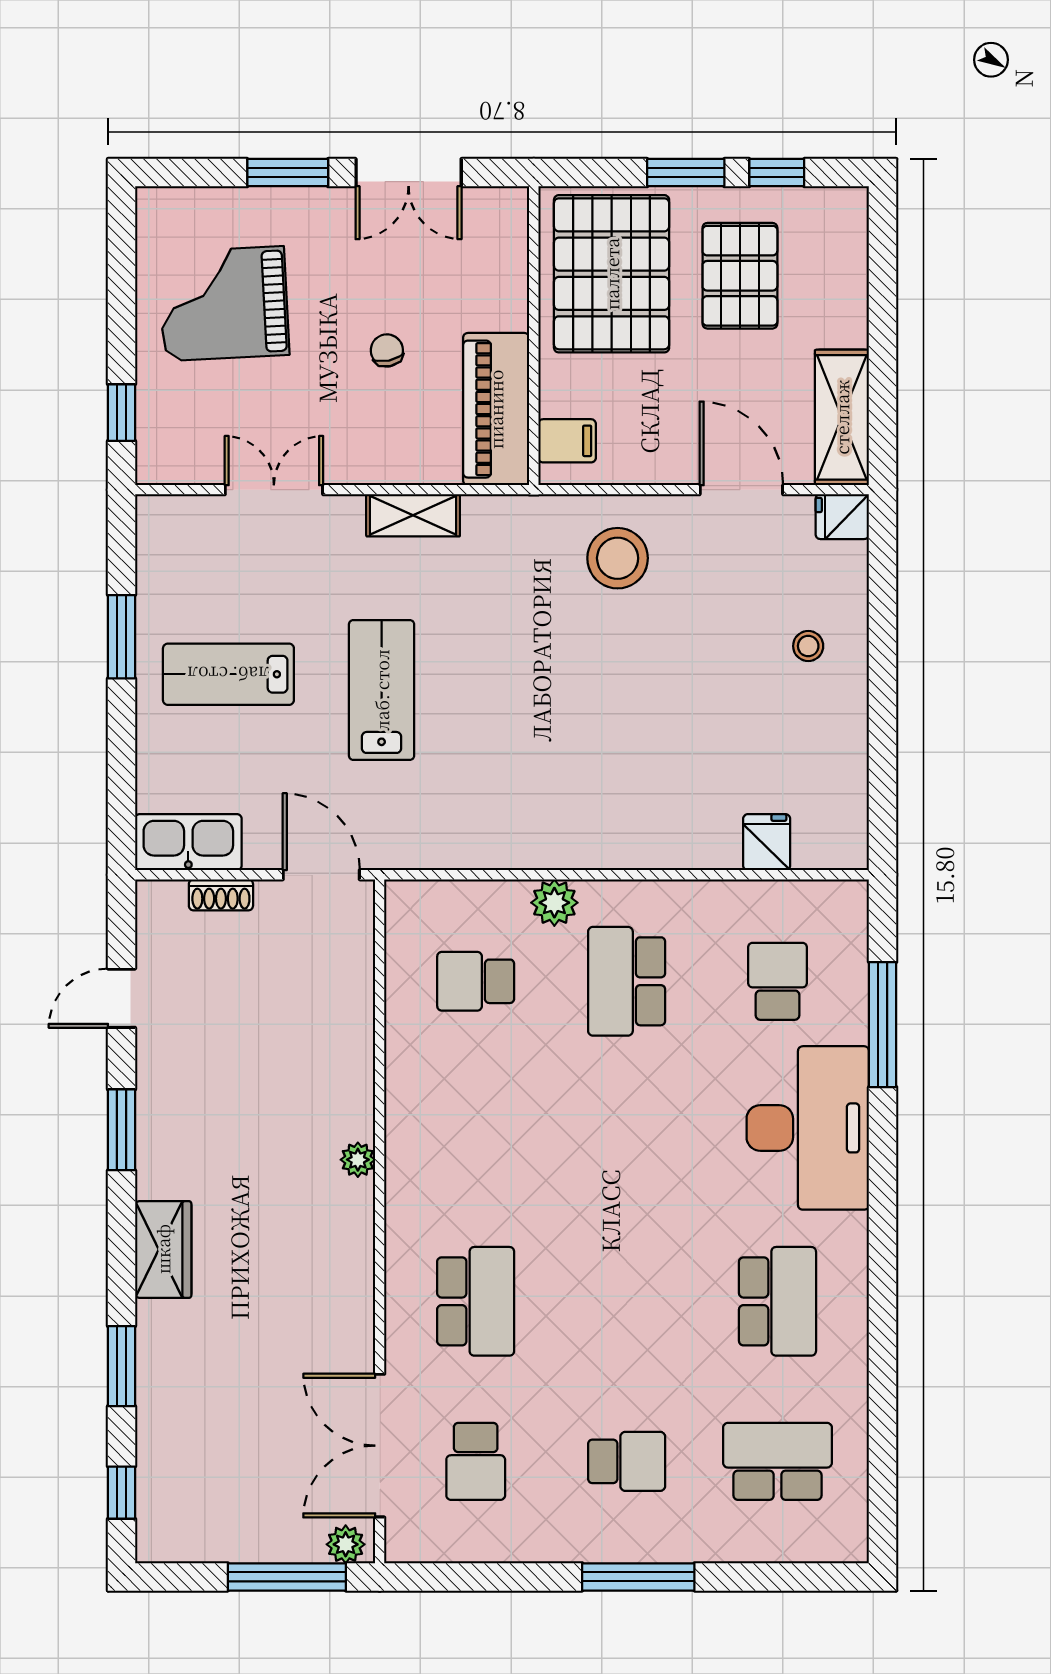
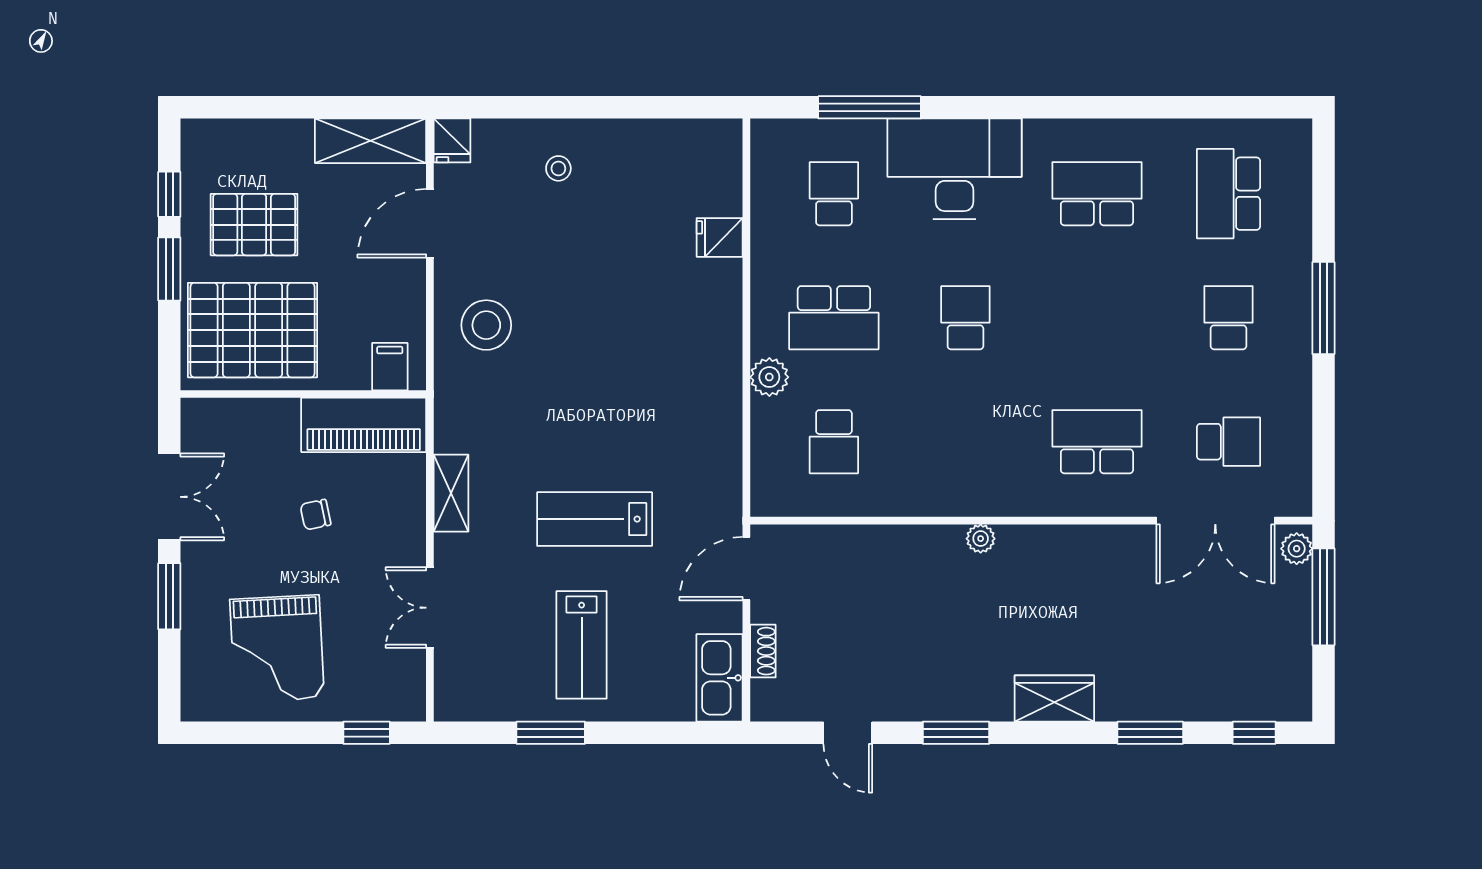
fridge: (767, 842) -> (720, 237), moved
school desk: (777, 981) -> (834, 194), turned 90
school desk: (627, 1141) -> (965, 318), added

